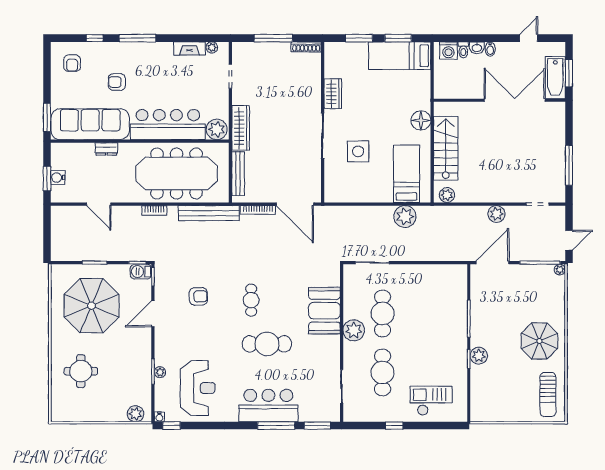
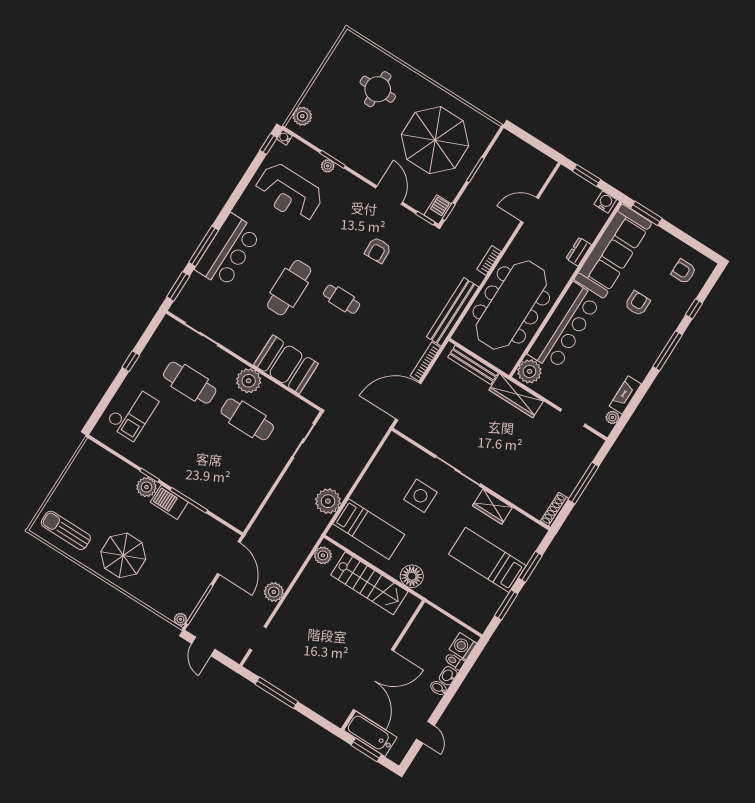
bed: (400, 56) -> (487, 560), moved, turned -90
water cooler: (58, 178) -> (605, 202), moved
barbecue: (479, 332) -> (169, 502), added

